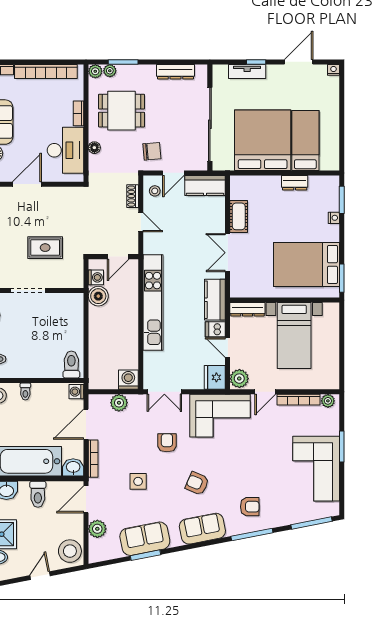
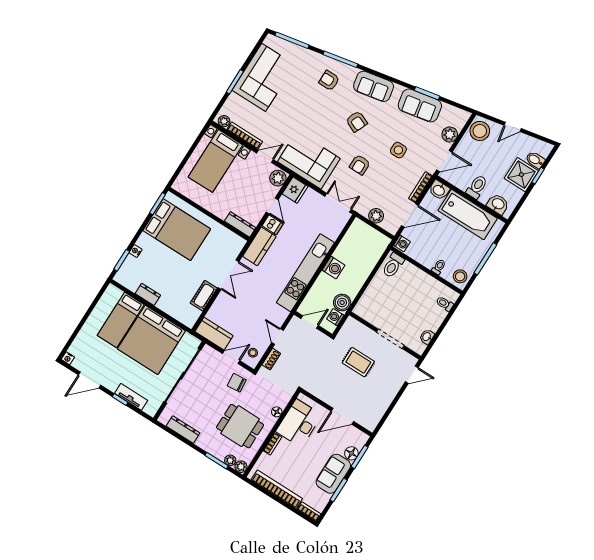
bed with nightstands: (294, 336) -> (215, 161), moved, turned 180
washing machine: (128, 380) -> (334, 268), moved, turned -90

